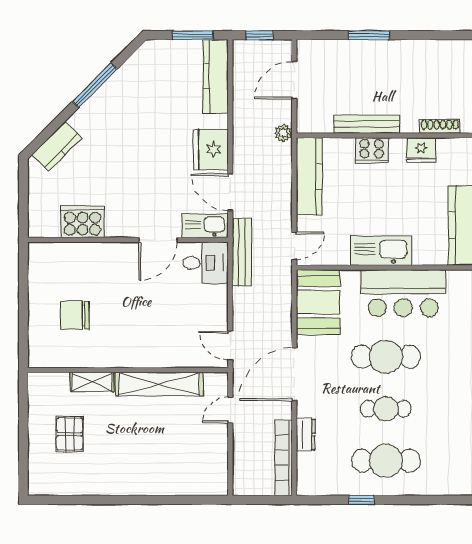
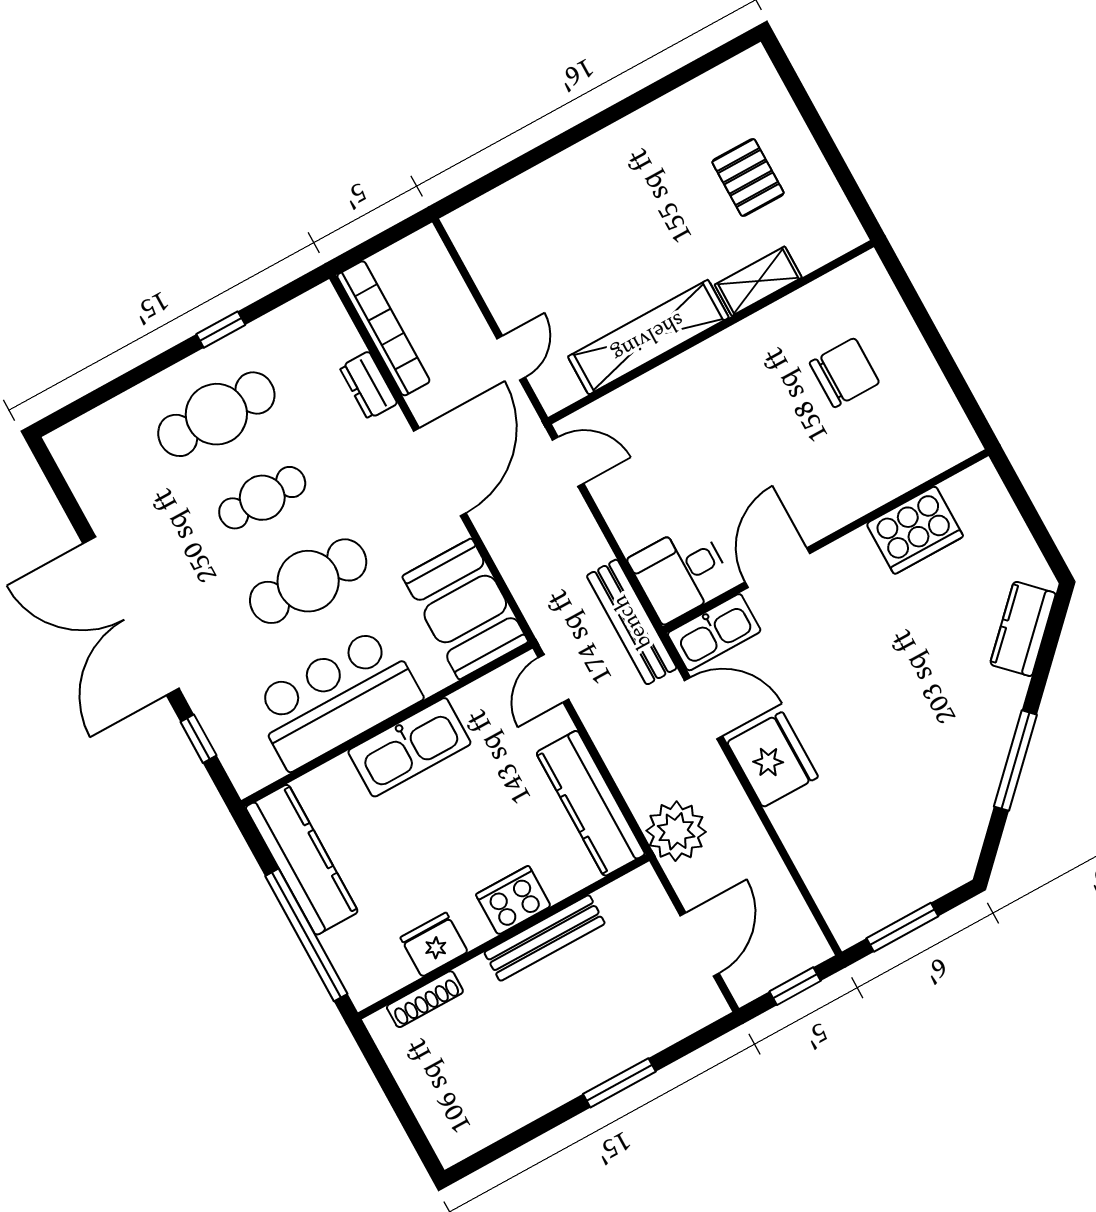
kitchen counter: (216, 76) -> (829, 881), removed
plant: (283, 133) -> (676, 831), width x1.87, depth x1.87

